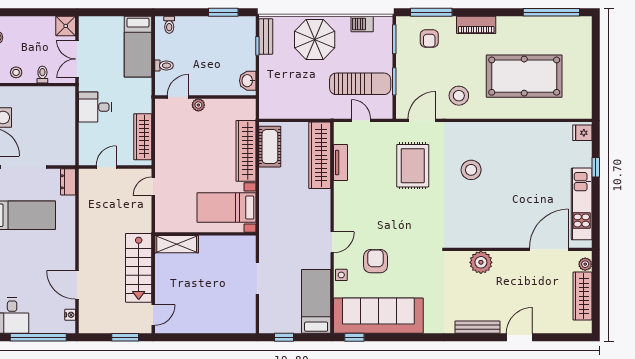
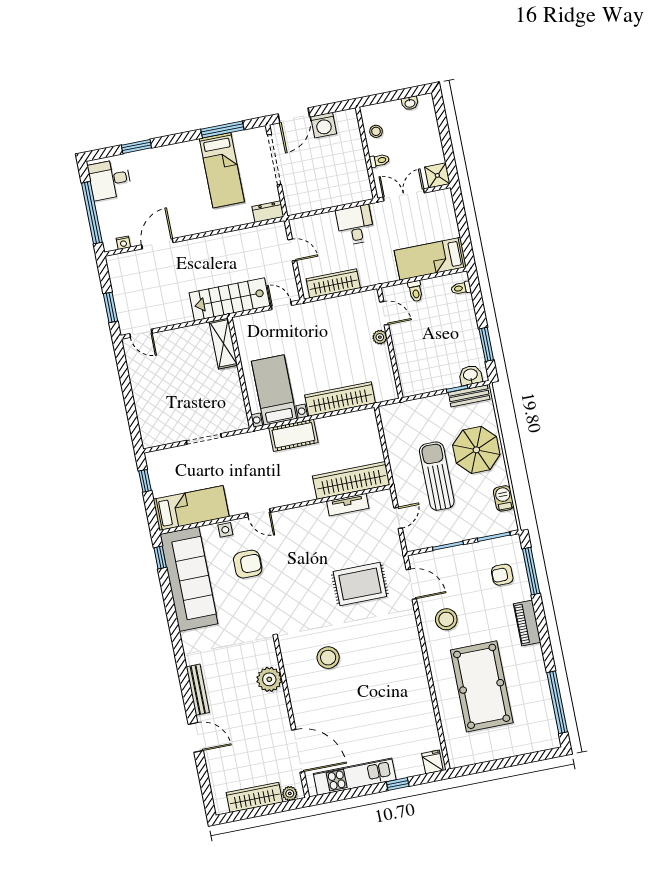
washbasin: (248, 81) -> (470, 375), moved
sun lounger: (360, 84) -> (437, 476), moved, turned 180
cot: (270, 147) -> (293, 435), moved
stool: (471, 170) -> (328, 658), moved
stairs: (139, 268) -> (229, 299), moved

